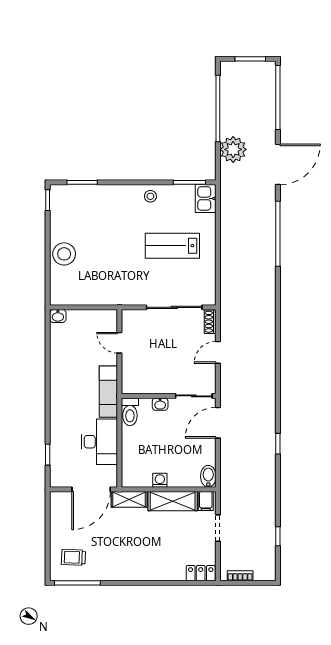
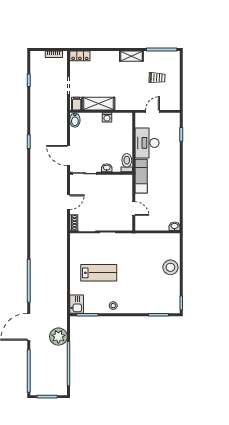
door: (218, 423) -> (69, 156), swing flipped
door: (91, 489) -> (153, 111), width x0.53
shelving: (129, 499) -> (131, 56), moved
trolley: (73, 557) -> (157, 78), moved

